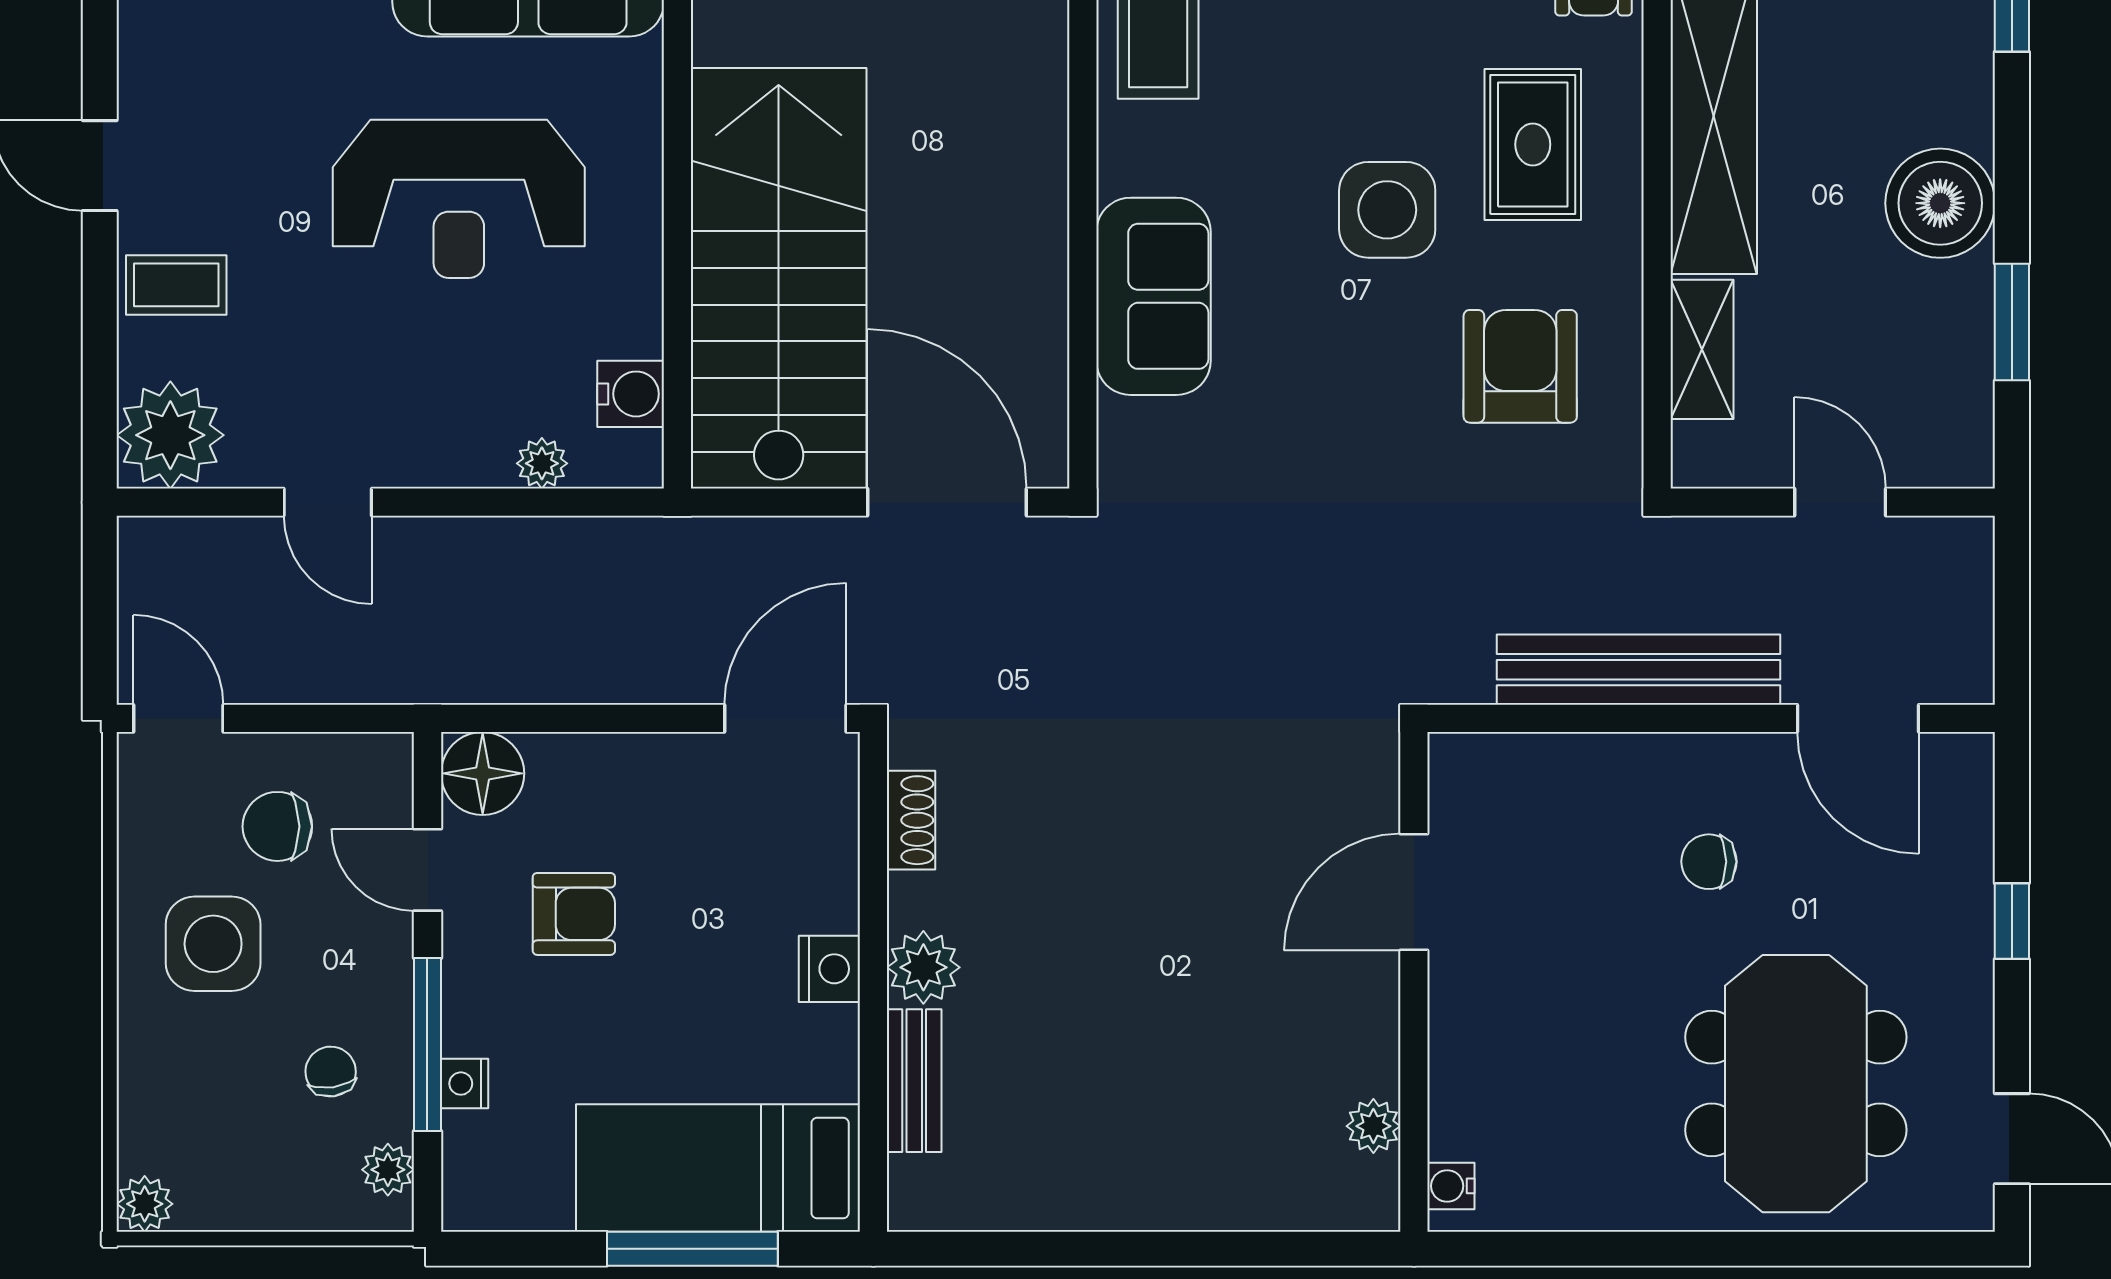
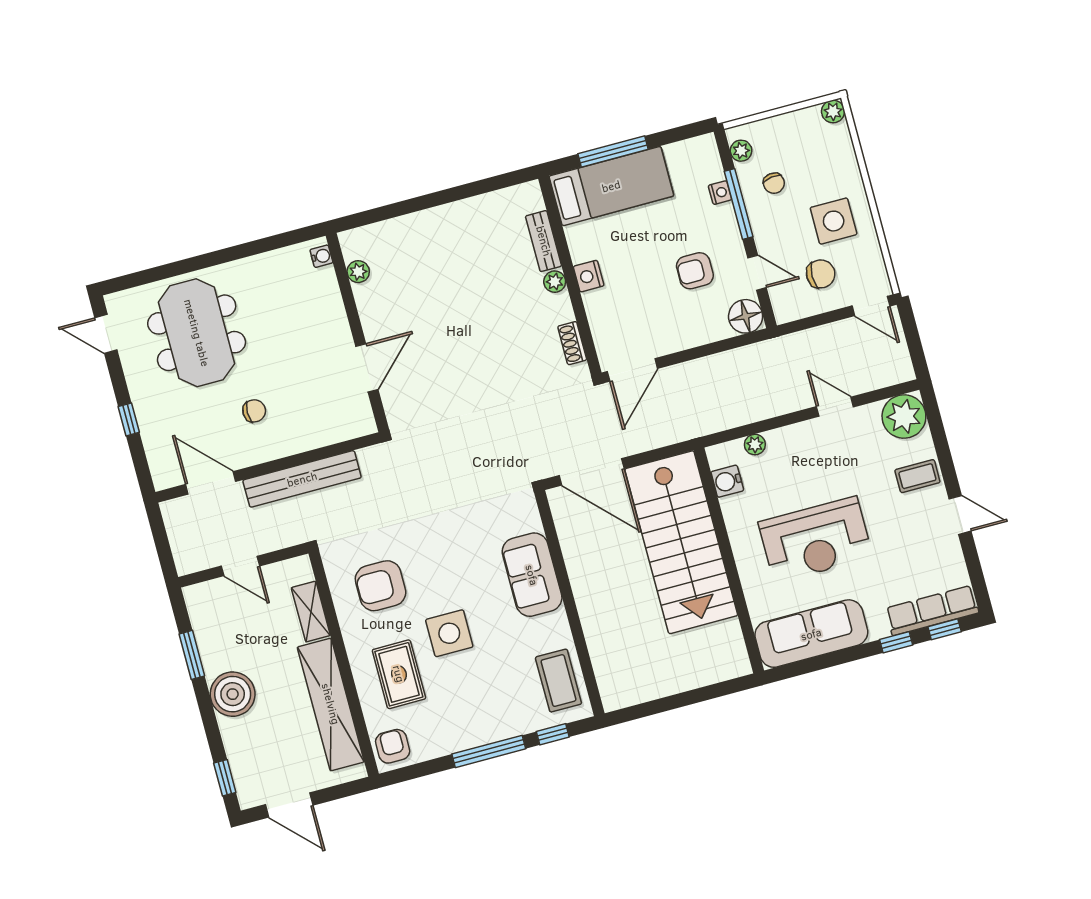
reception desk: (459, 199) -> (815, 540), turned 180
armchair: (1520, 366) -> (381, 586), turned 90
plant: (923, 967) -> (555, 282), width x0.73, depth x0.73

